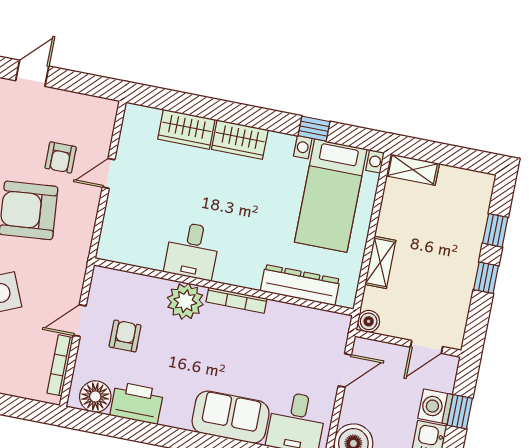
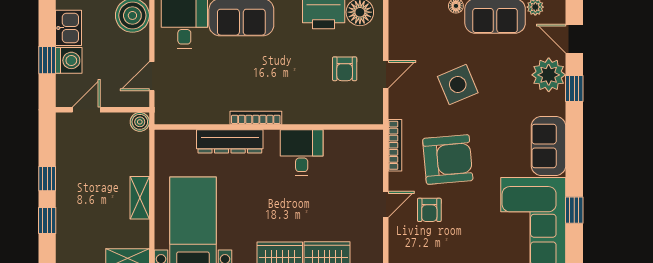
armchair: (61, 157) -> (429, 210), turned 180
shelving: (380, 262) -> (140, 198), moved
dresser: (300, 285) -> (230, 141), moved
plant: (185, 301) -> (299, 108), removed
bookcase: (60, 365) -> (395, 145), moved

